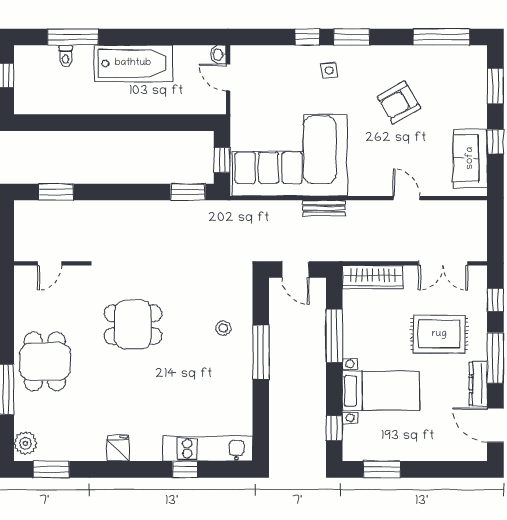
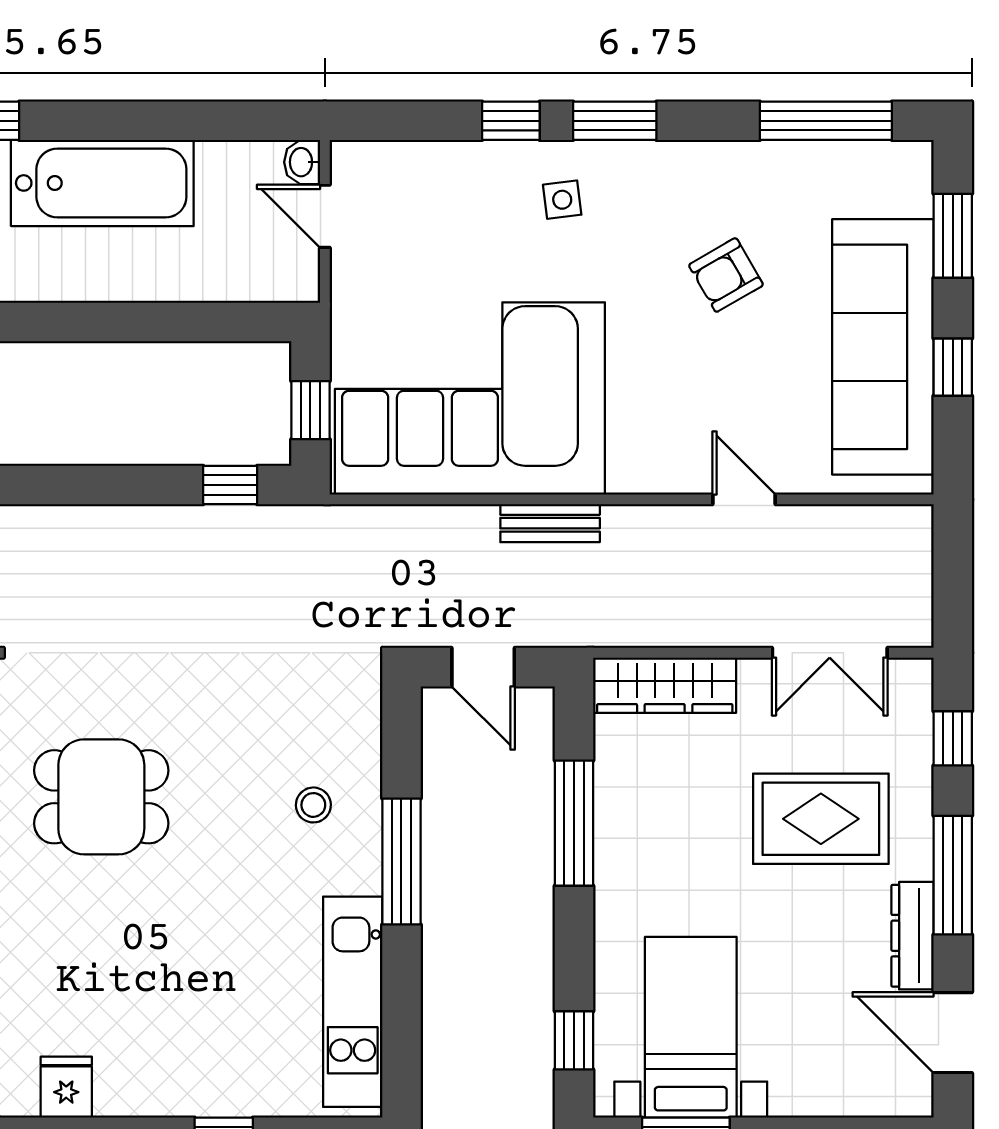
armchair: (399, 103) -> (726, 275), width x0.72, depth x0.72
sofa: (470, 158) -> (883, 347), width x1.85, depth x1.27
window: (188, 192) -> (230, 485), width x0.67
bed with nightstands: (381, 391) -> (691, 1027), moved, turned -90
kitchen unit: (208, 449) -> (353, 1002), moved, turned -90

